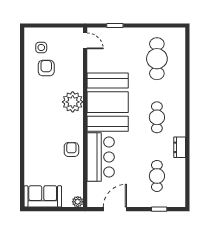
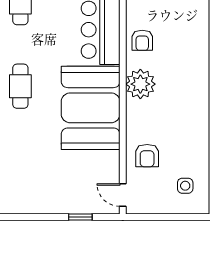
cafe table: (157, 59) -> (20, 170), removed
armchair: (46, 68) -> (147, 156), moved
plant: (73, 102) -> (140, 84), moved

